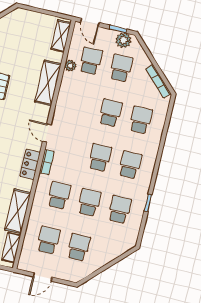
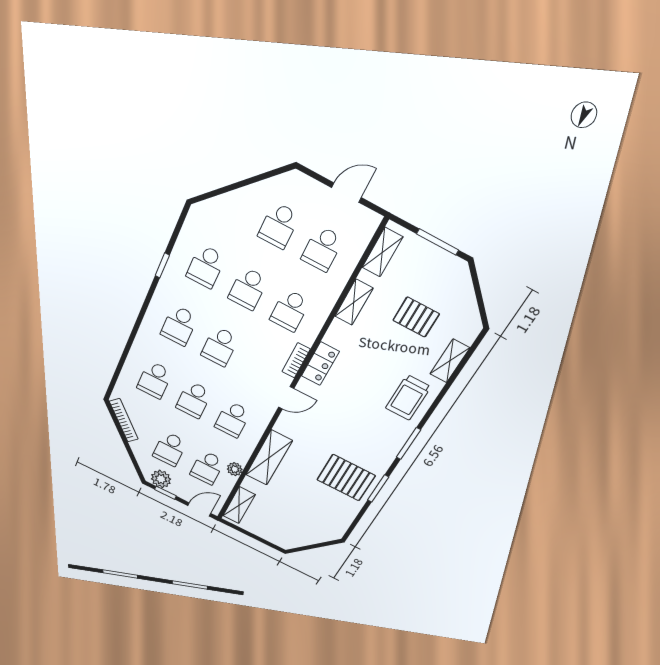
door: (90, 22) -> (199, 509), hinge flipped
school desk: (80, 106) -> (233, 419), added
door: (47, 133) -> (286, 398), hinge flipped
shelving: (18, 211) -> (354, 302), width x0.67, depth x0.75

